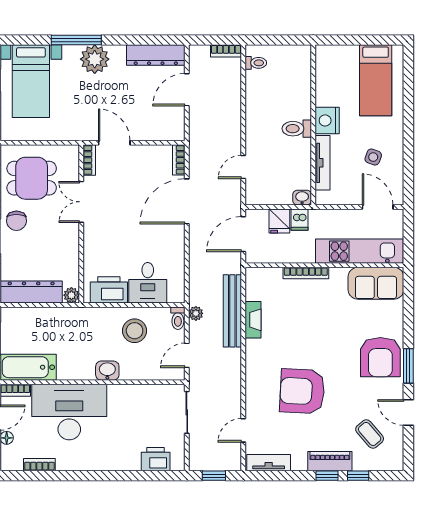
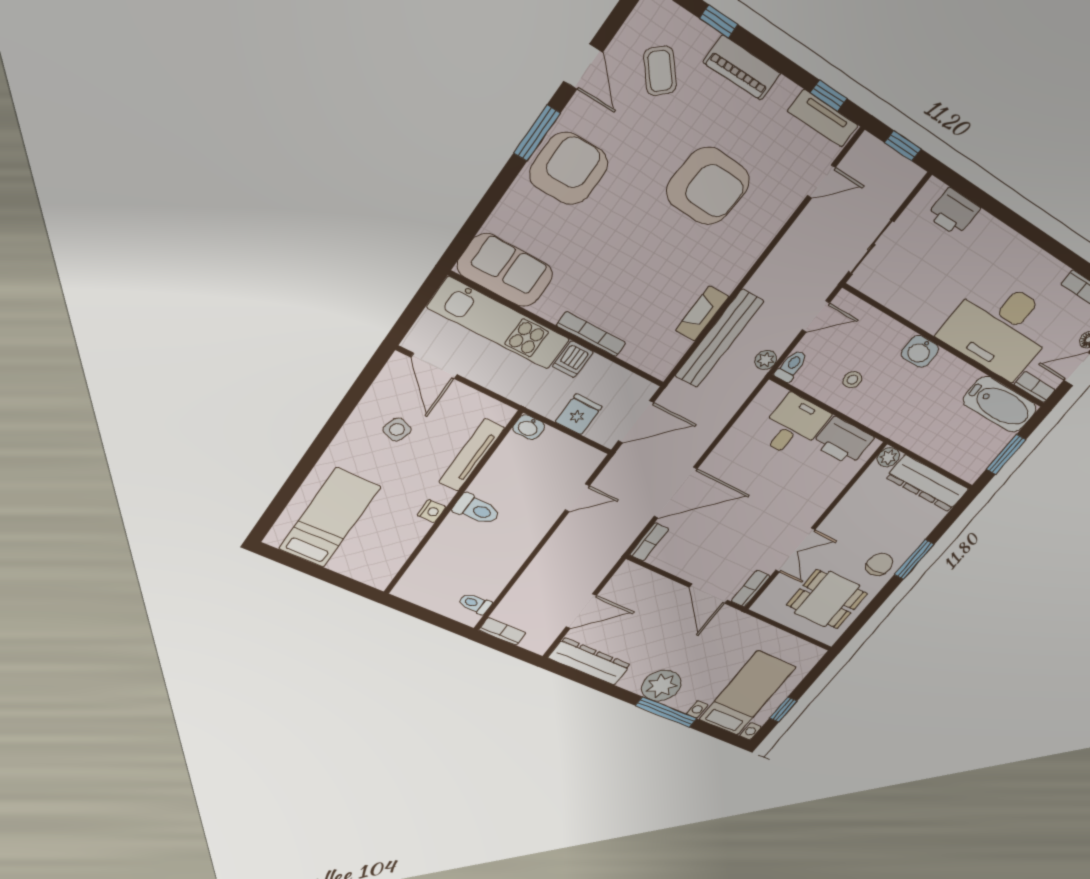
nightstand: (327, 120) -> (432, 511), width x0.53, depth x0.56
dishwasher: (300, 220) -> (573, 359), moved, turned 180
stool: (135, 331) -> (852, 380), width x0.53, depth x0.53
window: (327, 476) -> (829, 96), moved

